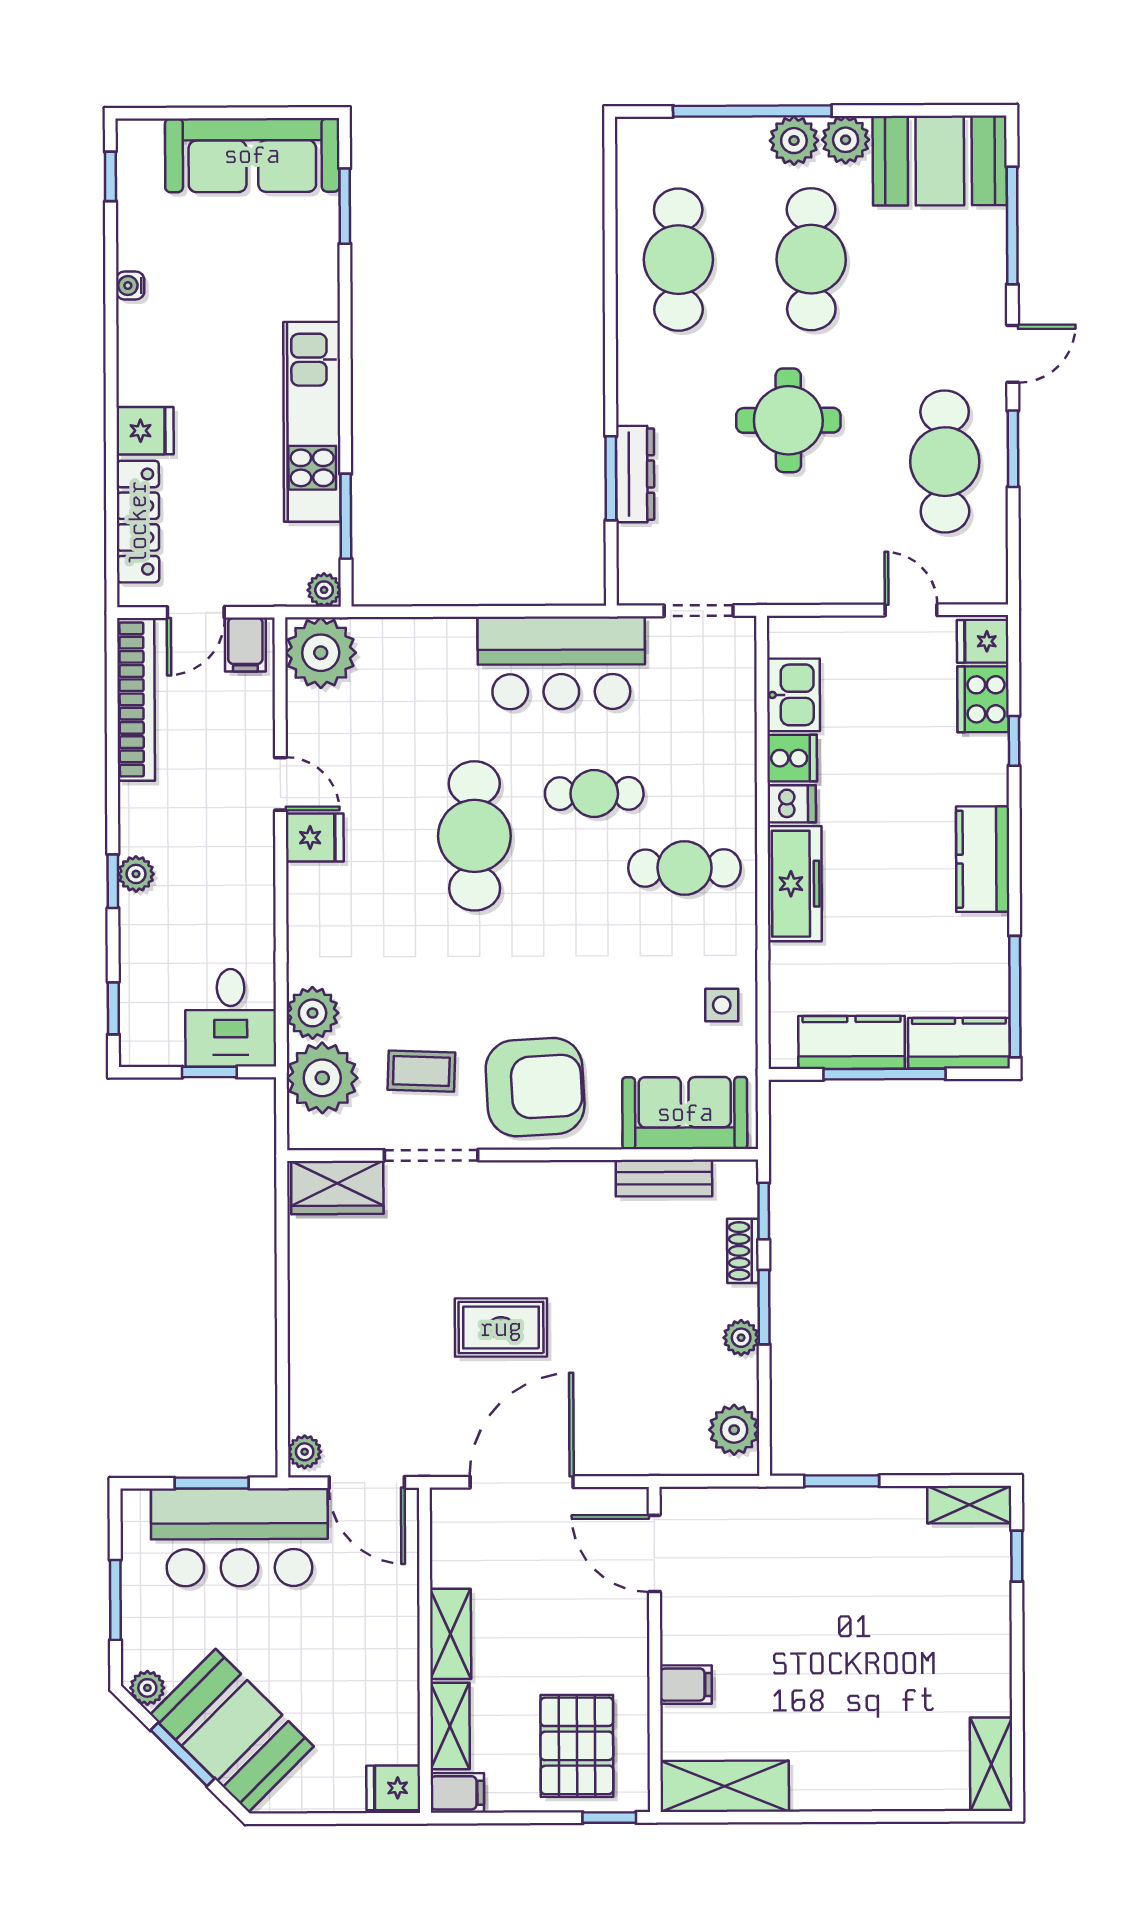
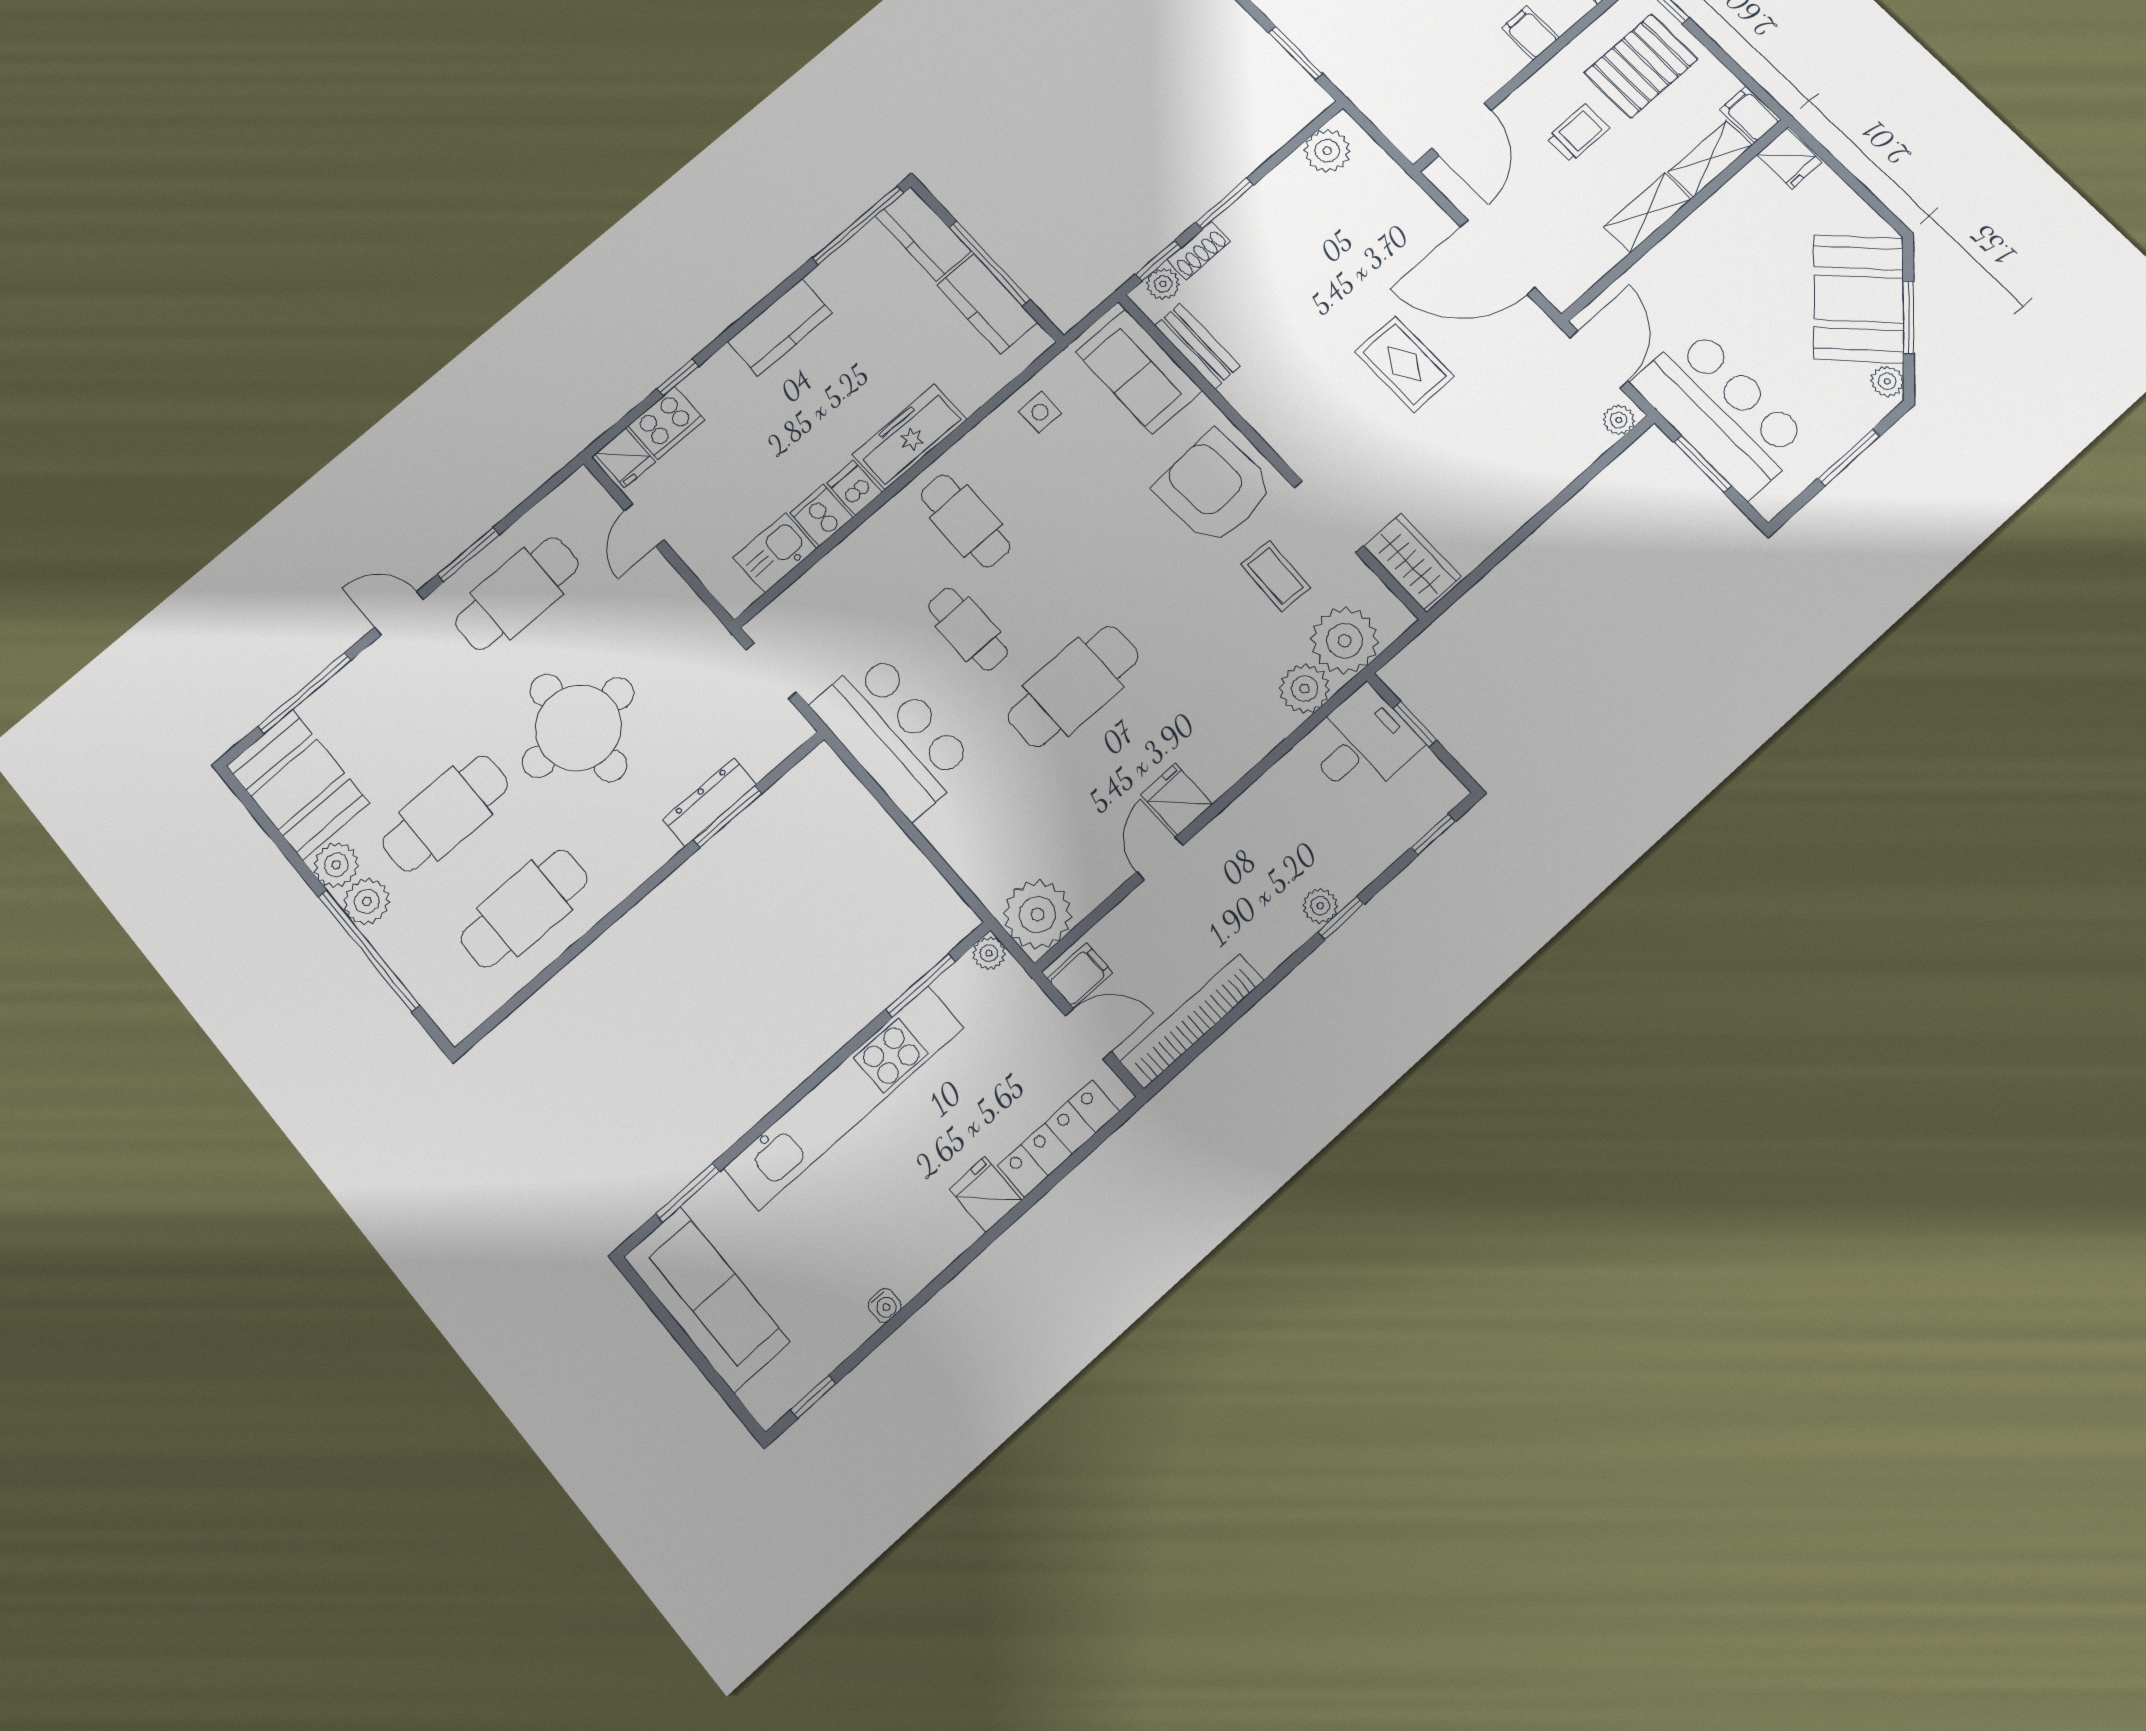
round table: (788, 420) -> (578, 728), width x1.36, depth x1.36
kitchen unit: (312, 422) -> (844, 1098), width x1.36
plant: (741, 1338) -> (1163, 284), moved
trolley: (567, 1642) -> (1578, 133), added

